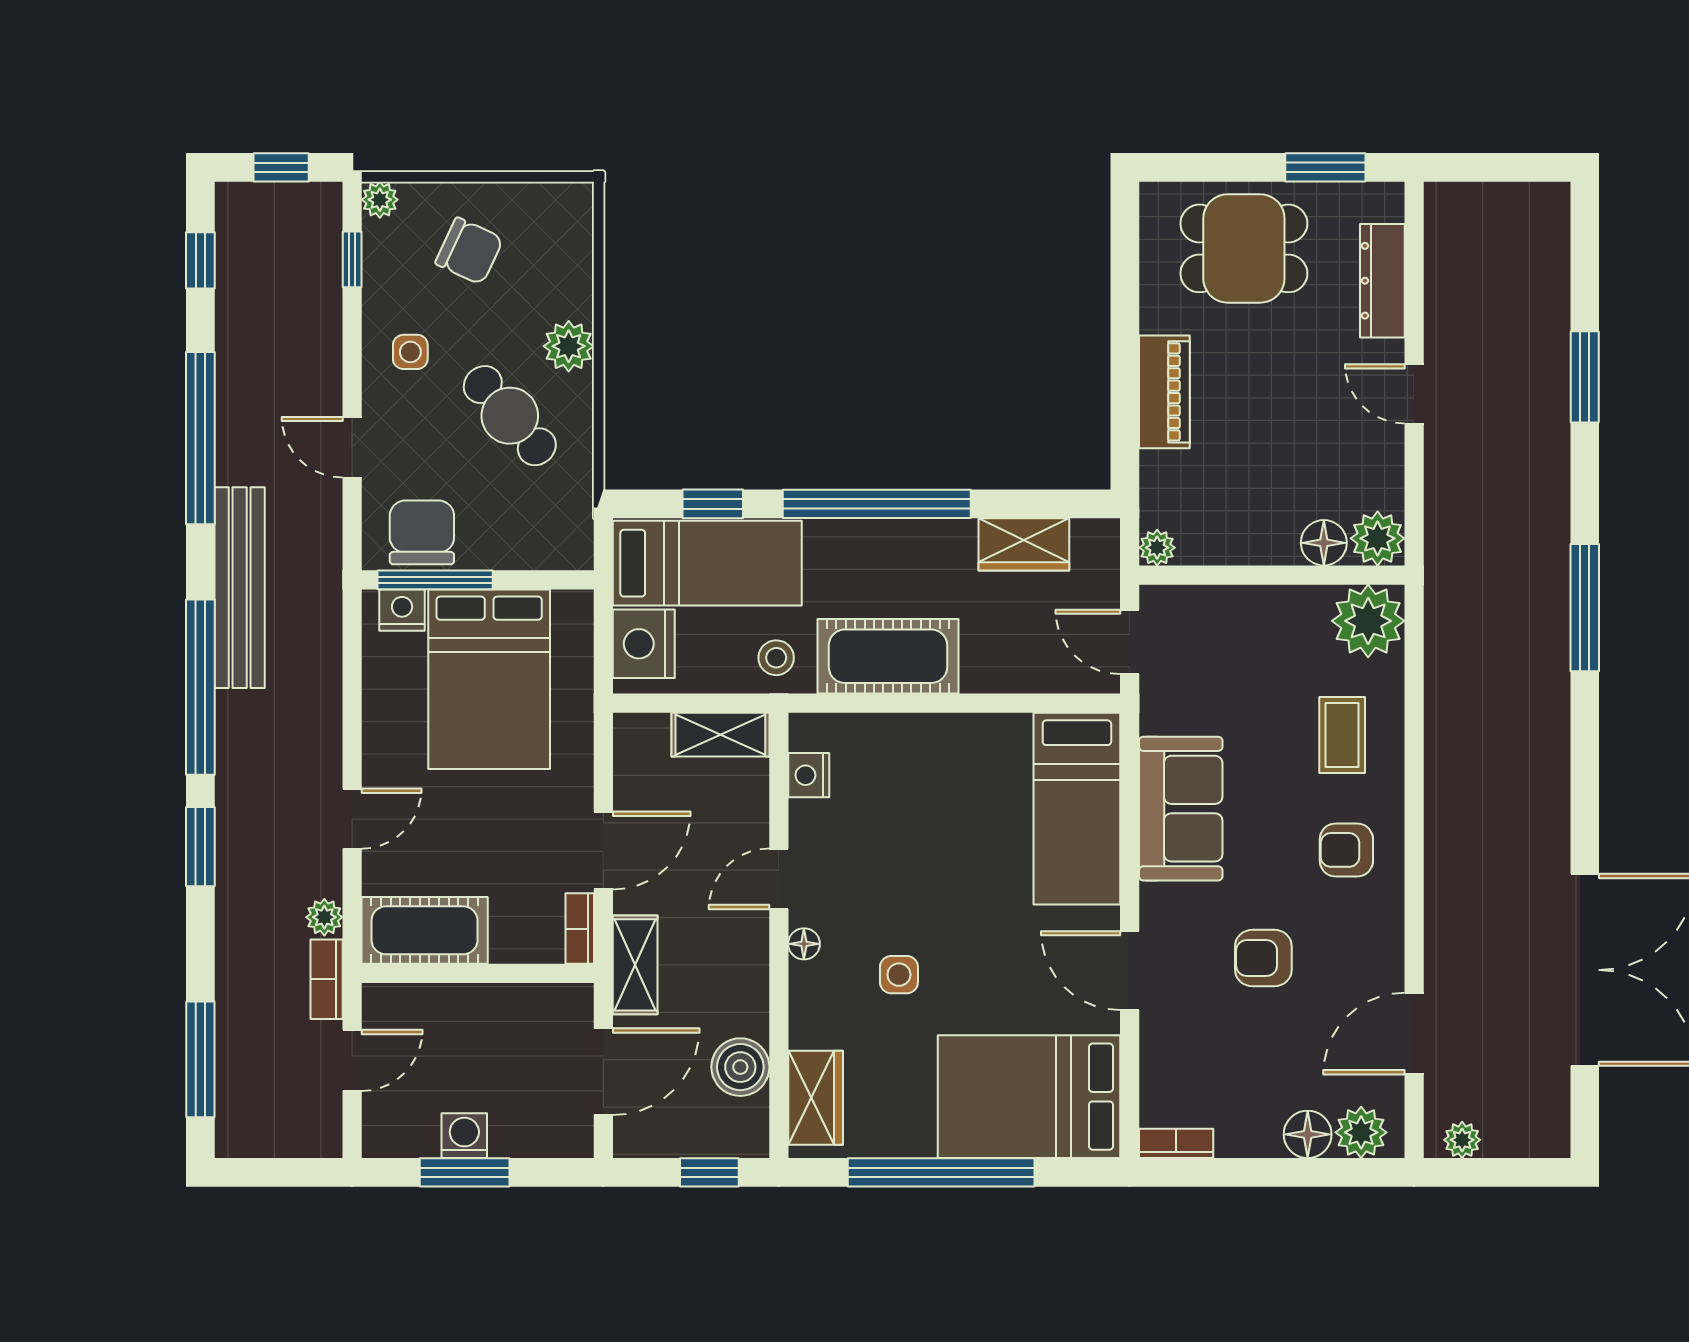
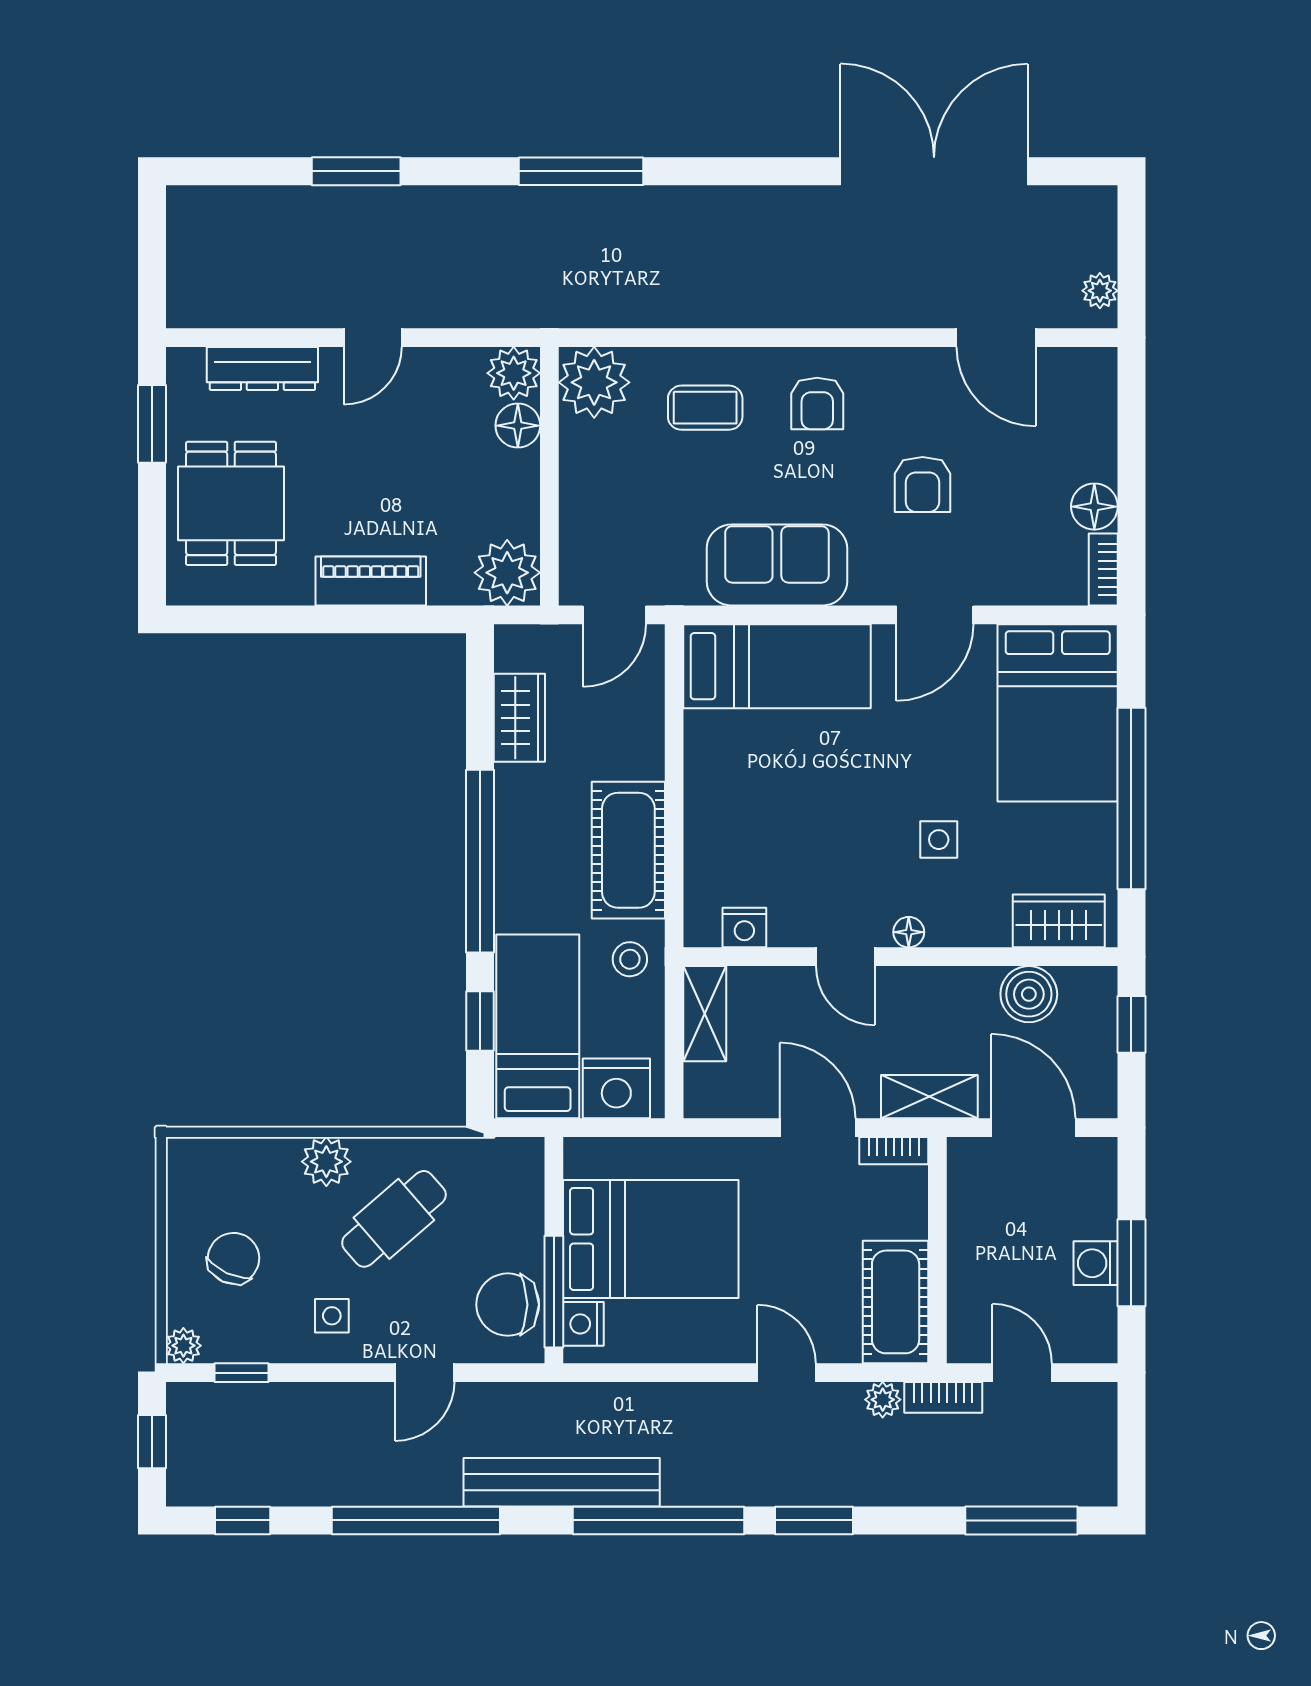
plant: (1157, 548) -> (507, 573), width x1.87, depth x1.87
plant: (1361, 1132) -> (1093, 389), removed
floor lamp: (1308, 1134) -> (1094, 507), moved

